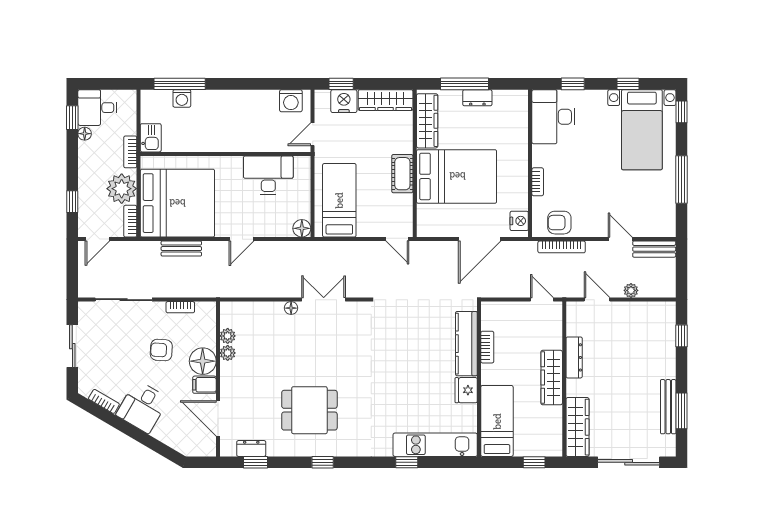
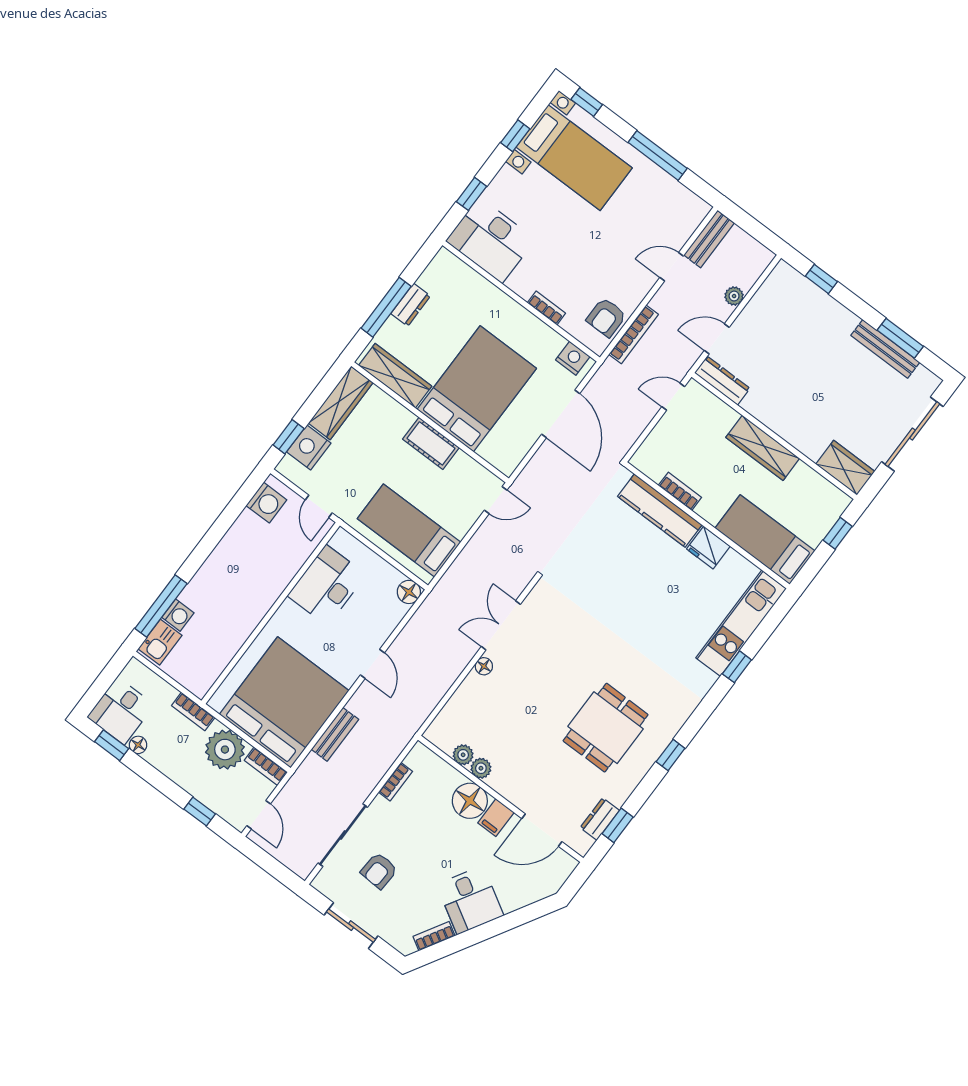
kitchen sink: (151, 138) -> (160, 642), moved, turned 90
armchair: (161, 350) -> (379, 871), moved
dresser: (574, 357) -> (722, 381), moved
wardrobe: (577, 427) -> (845, 468), width x0.67

